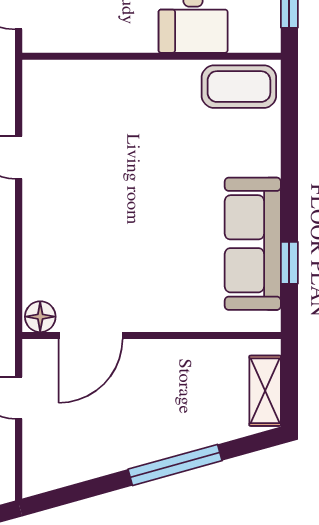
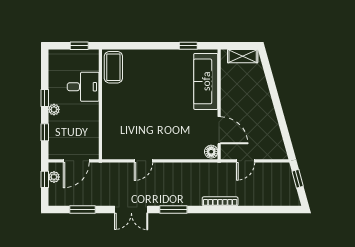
sofa: (253, 244) -> (206, 81), moved, turned 90
window: (175, 465) -> (274, 94), removed

